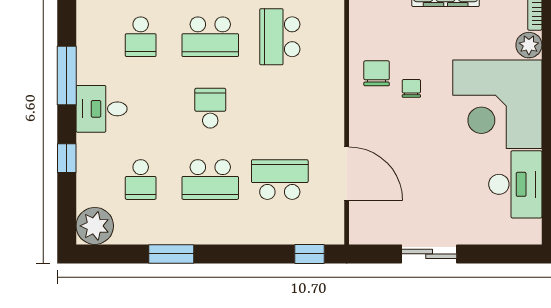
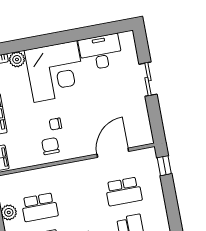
chair: (377, 73) -> (50, 146), turned 90
school desk: (280, 180) -> (124, 191), turned -90
sliding door: (429, 254) -> (148, 79), moved

